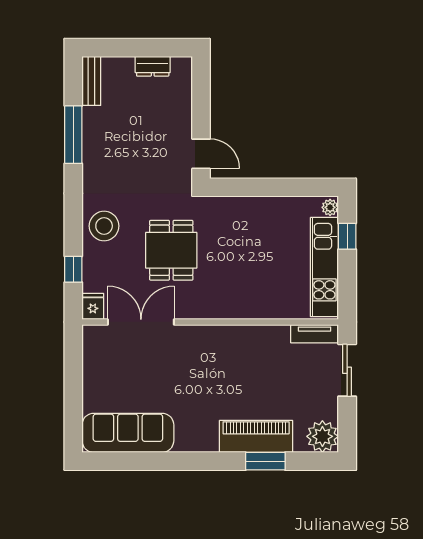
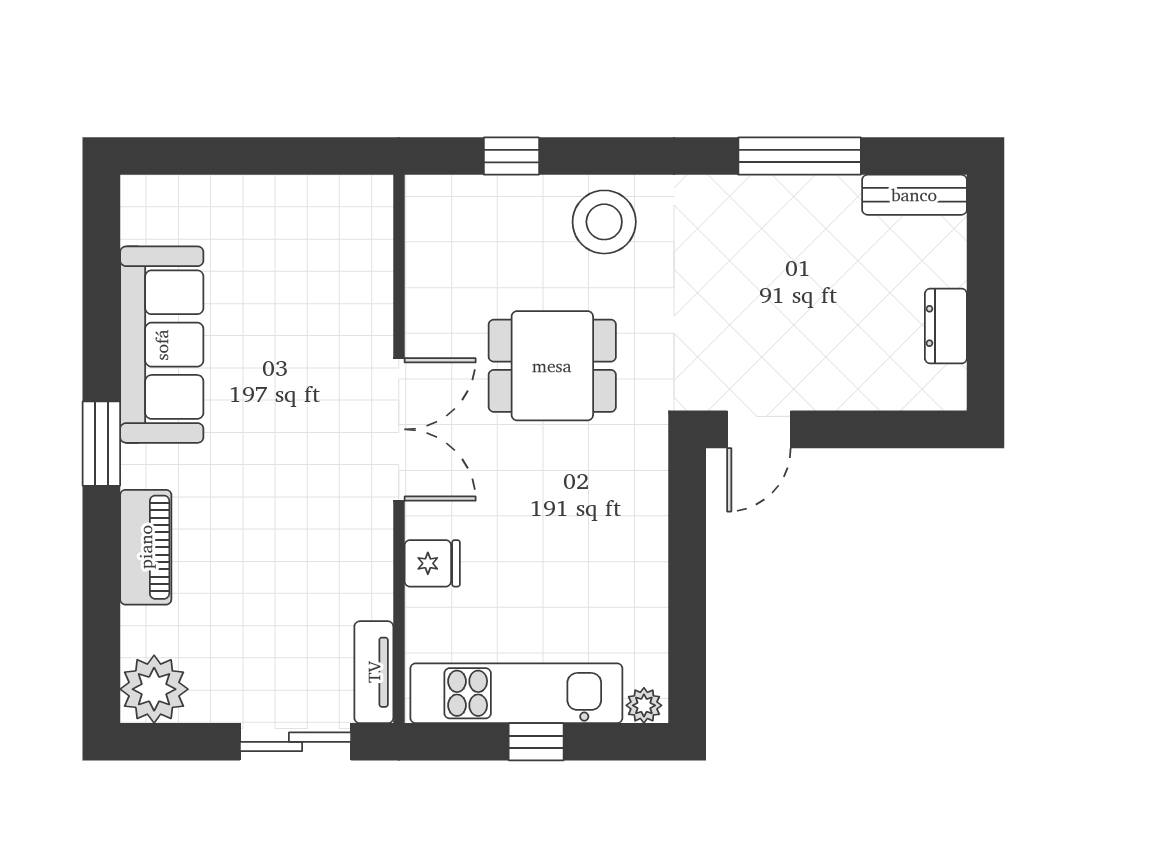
window: (347, 236) -> (536, 742), moved
fridge: (93, 306) -> (432, 563), moved
double door: (141, 322) -> (399, 429), moved
sofa: (128, 433) -> (162, 345), moved
piano: (256, 436) -> (146, 547), width x0.73, depth x0.75
window: (265, 461) -> (101, 444), moved

